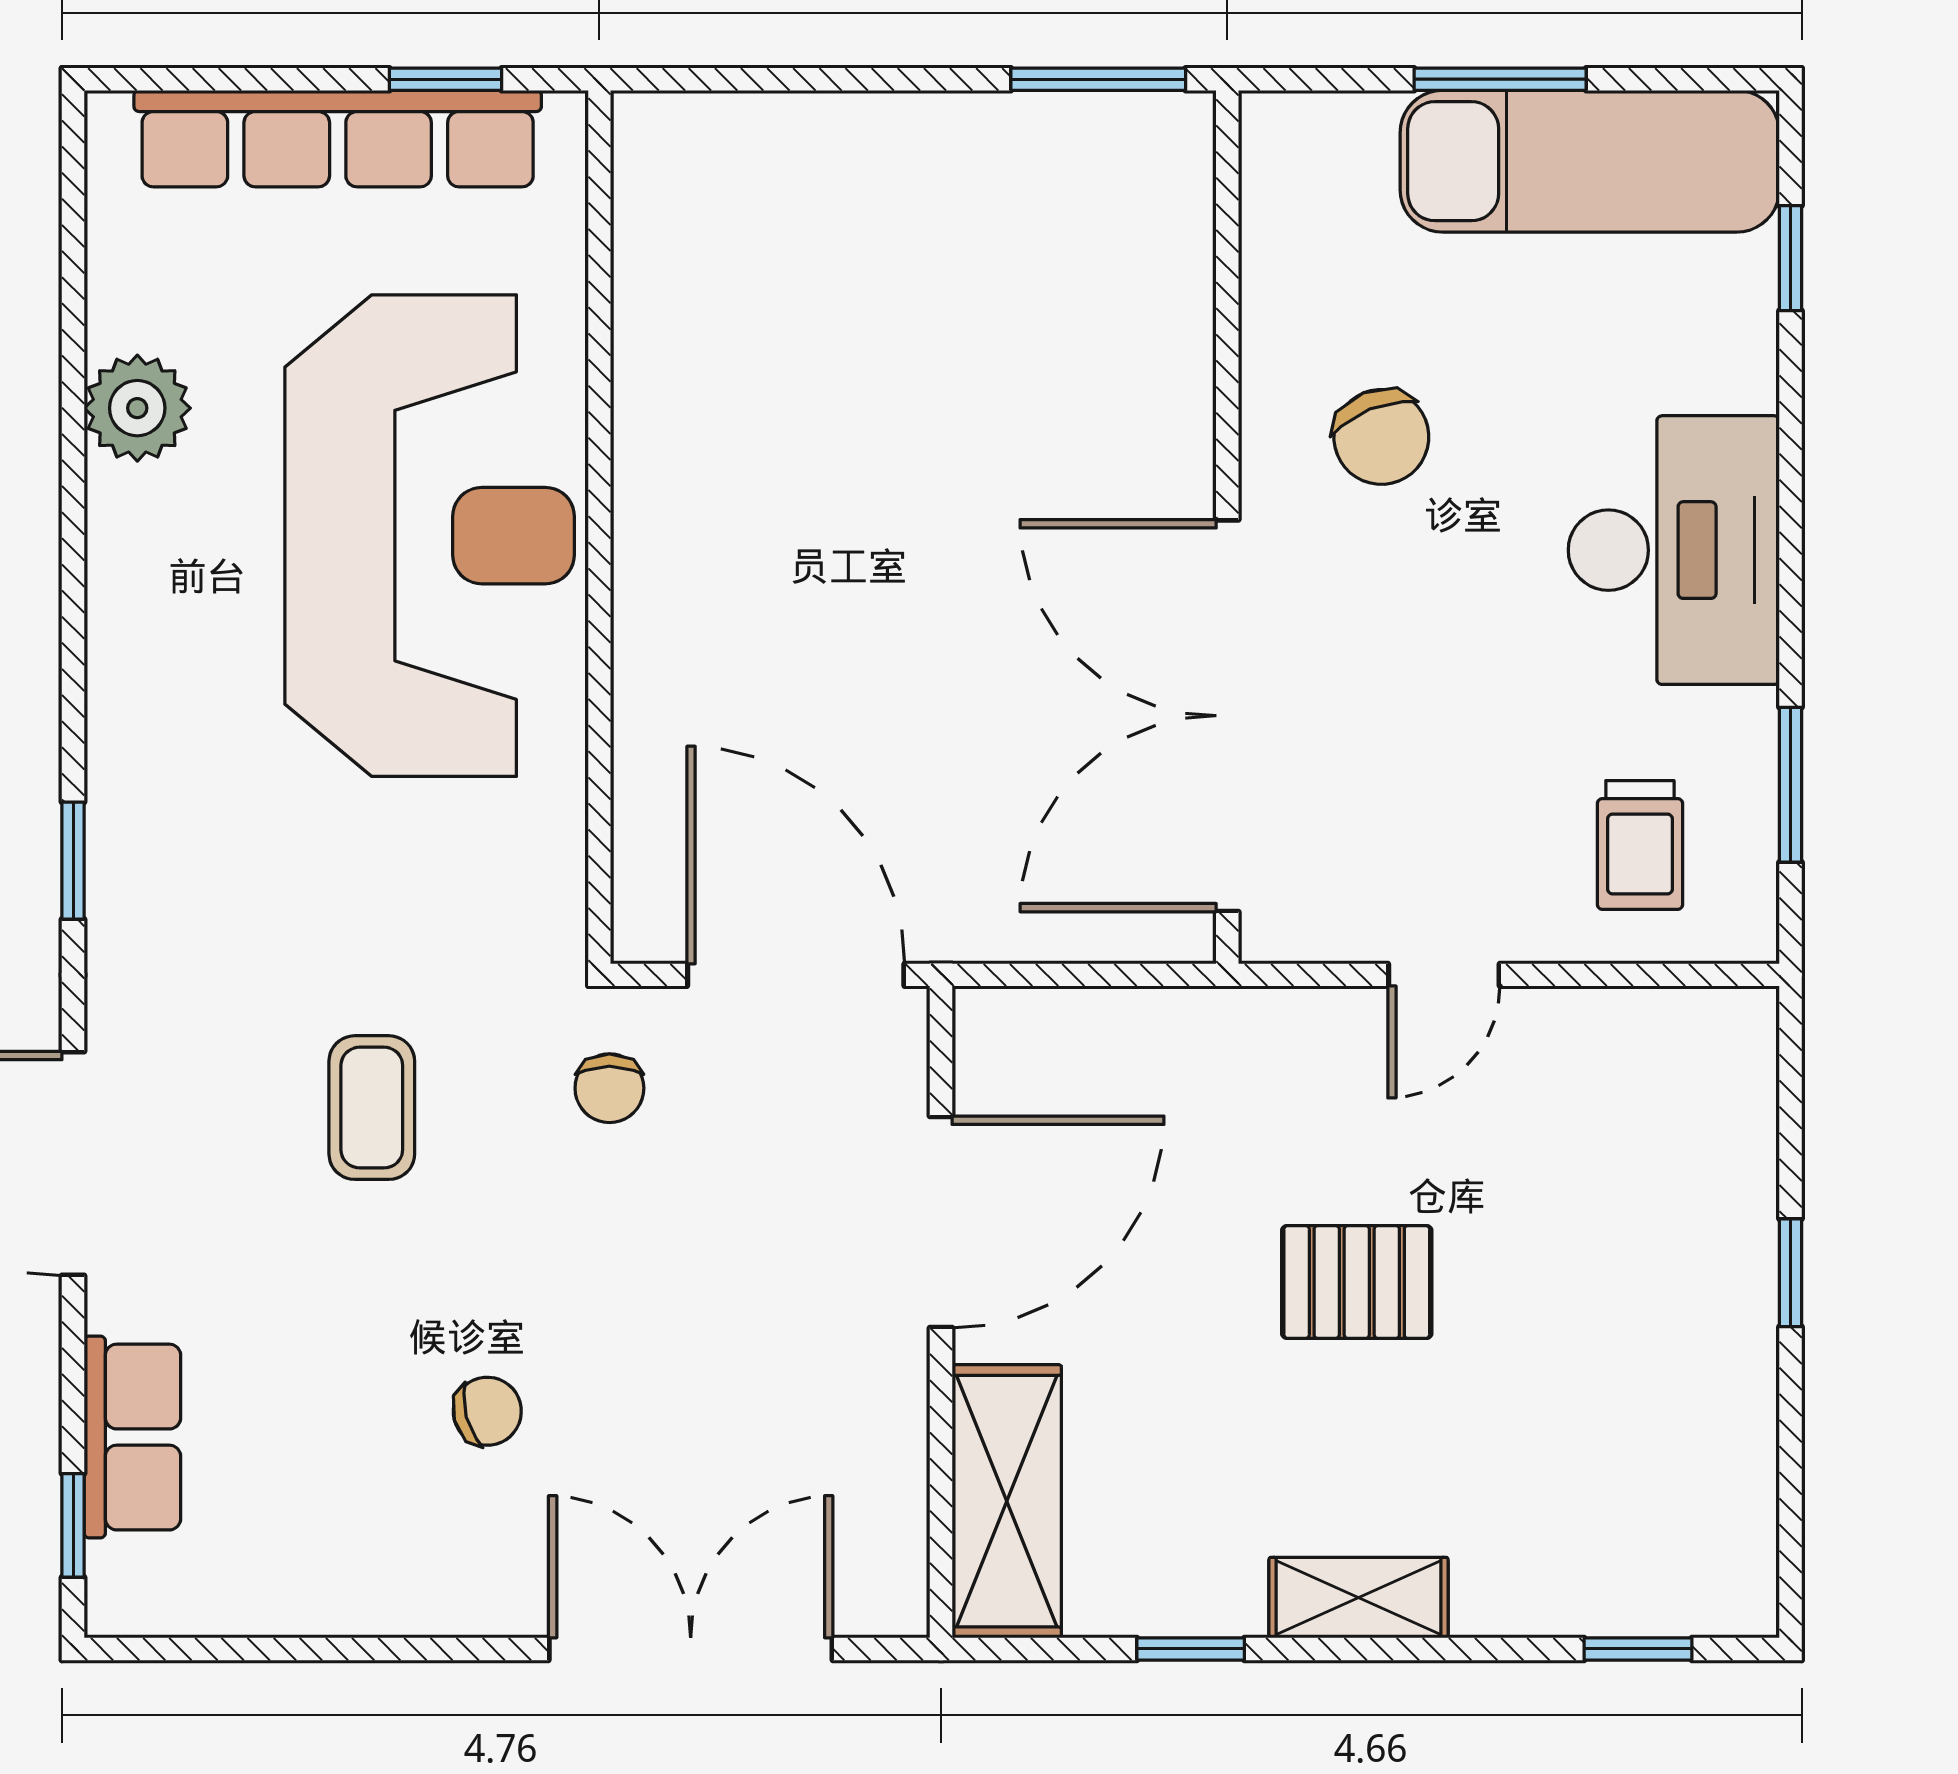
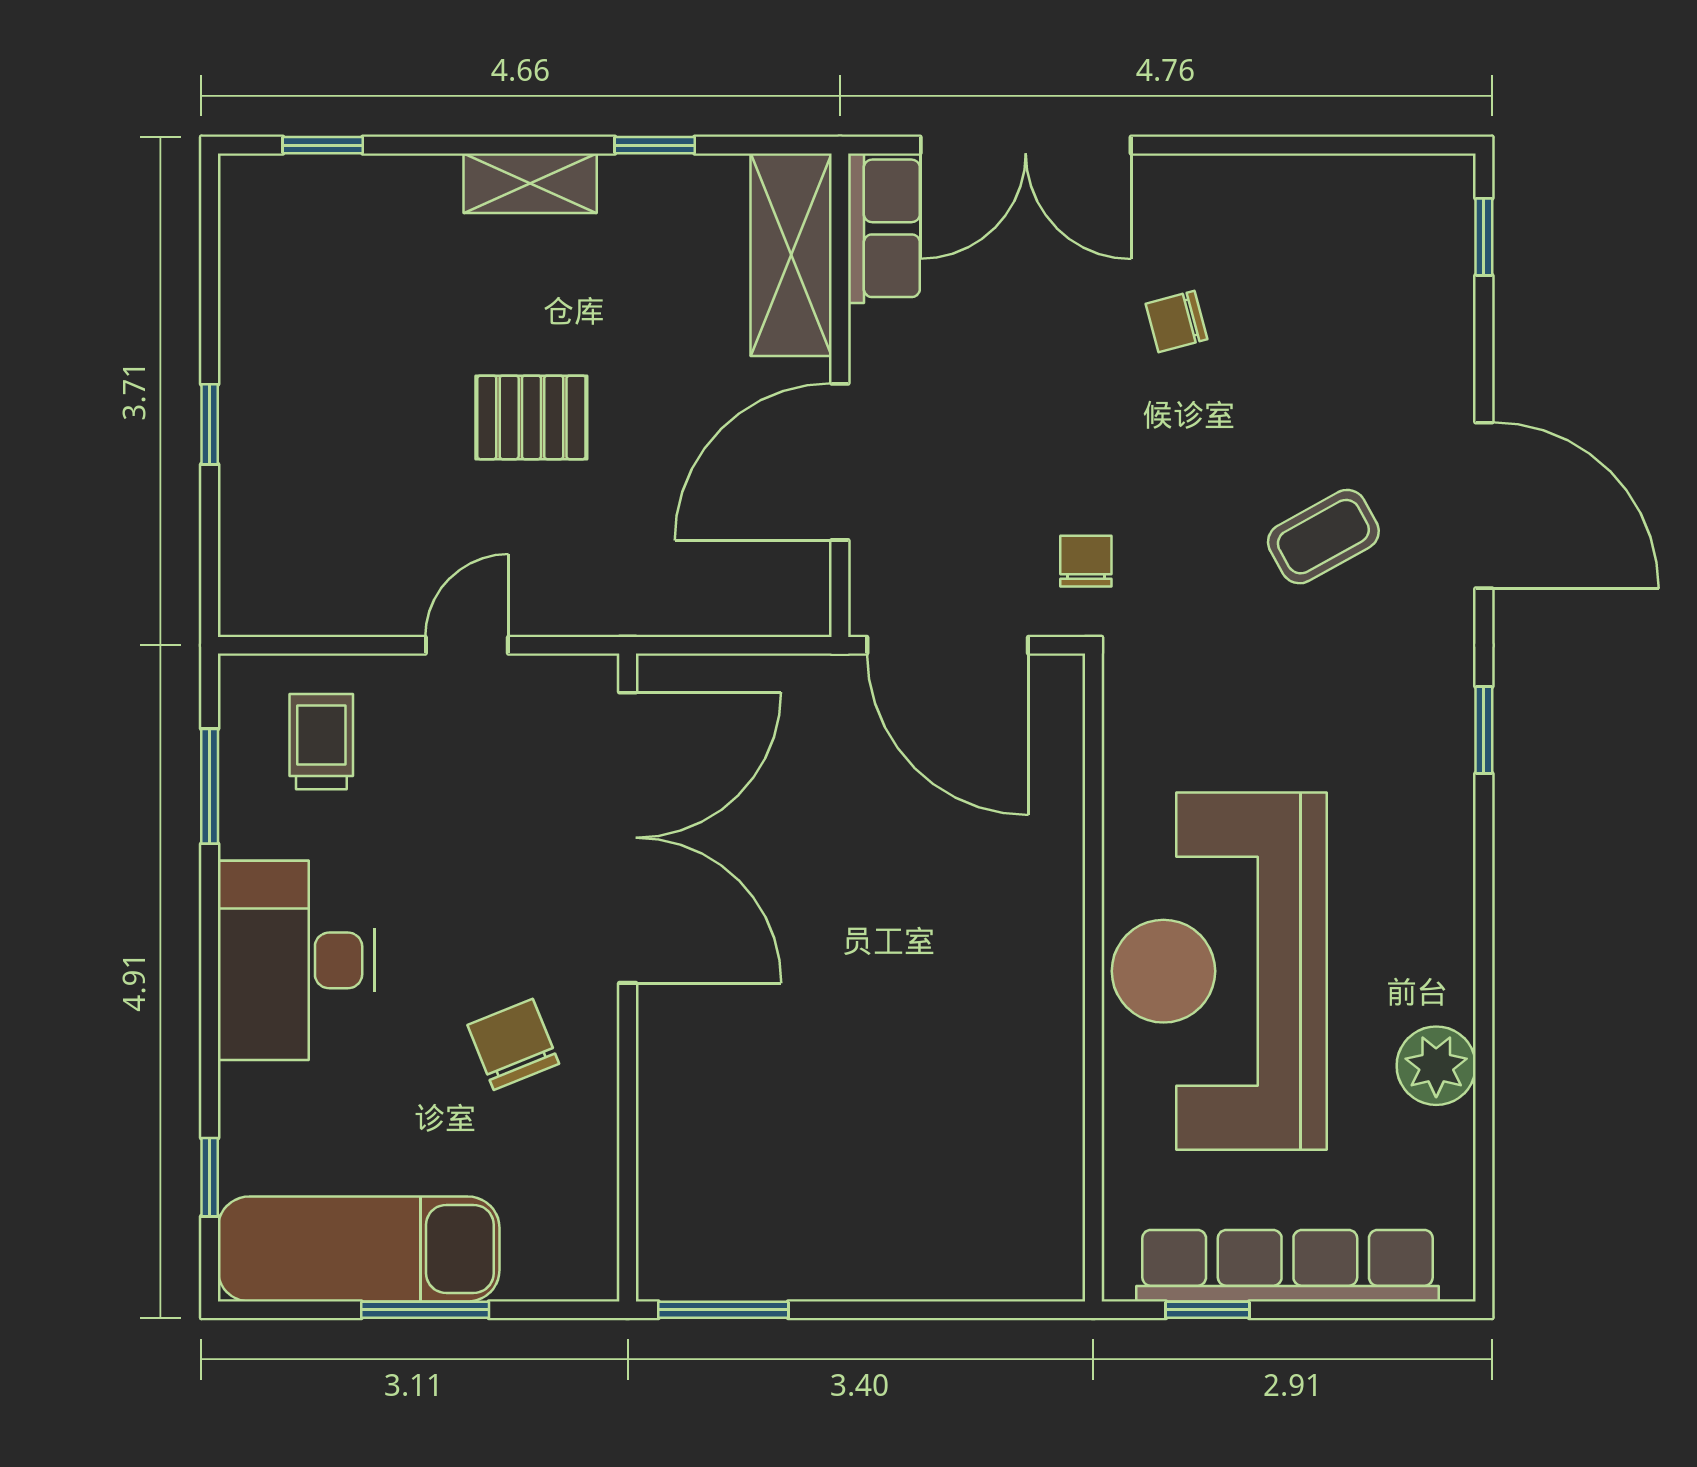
coffee table: (372, 1108) -> (1323, 537), moved, turned 61
row of seats: (132, 1437) -> (884, 228), moved, turned 180

